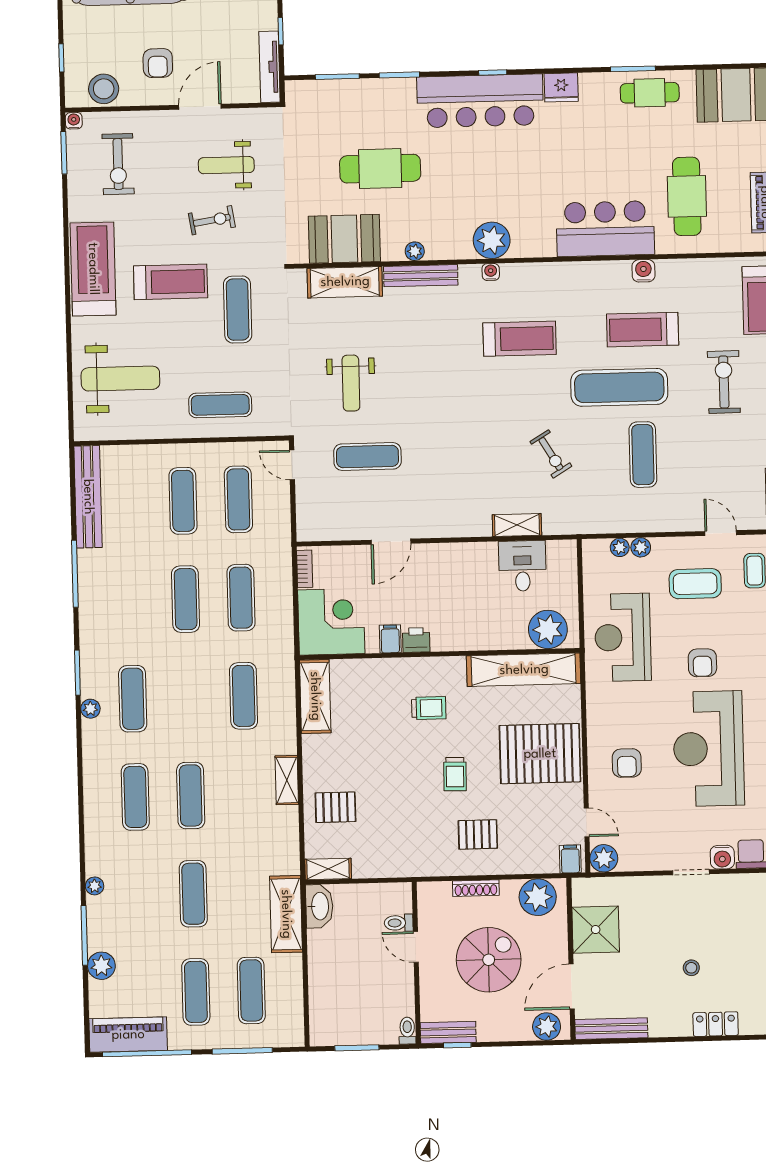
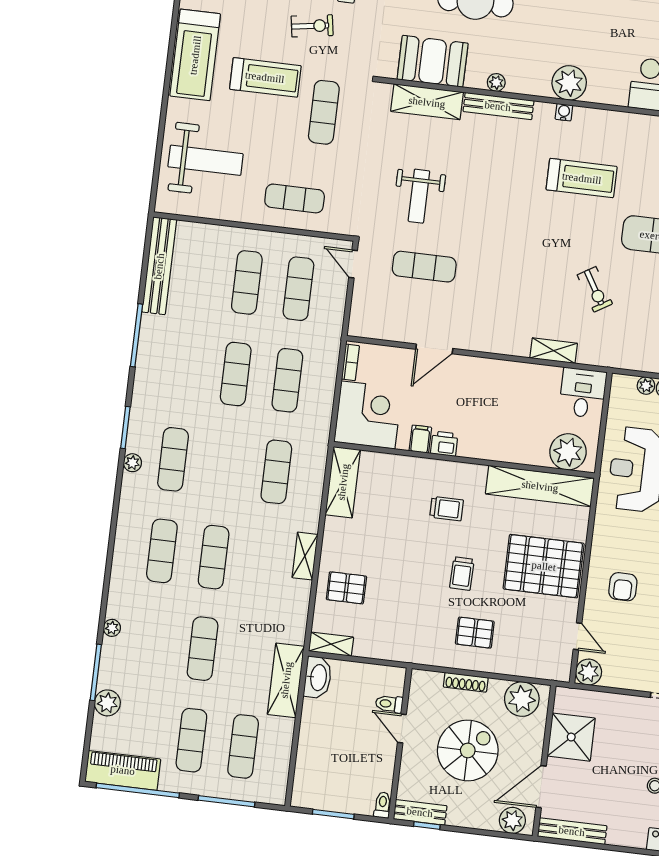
treadmill: (93, 269) -> (195, 55), turned 180
desk: (522, 566) -> (583, 393), moved
filing cabinet: (570, 859) -> (557, 668), removed

